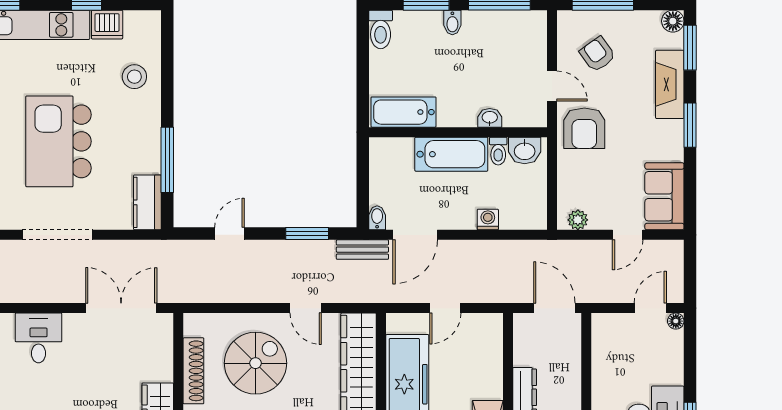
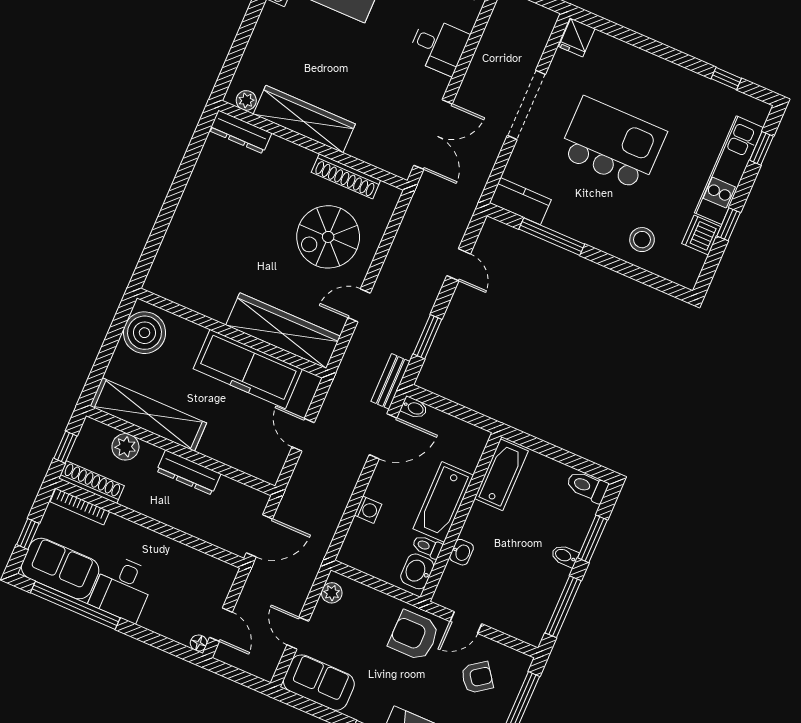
door: (415, 235) -> (383, 436), swing flipped
spiral stairs: (256, 363) -> (328, 237), turned 90

